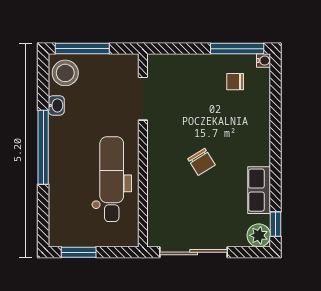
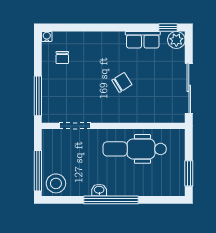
window: (237, 49) -> (38, 96), moved
washbasin: (56, 105) -> (99, 190), moved

